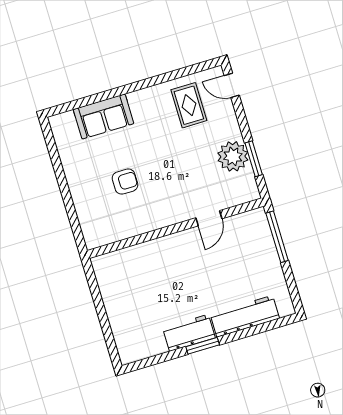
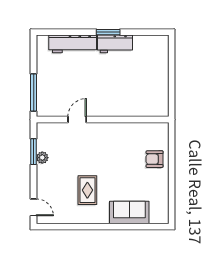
rug: (189, 105) -> (87, 190), moved
plant: (233, 156) -> (42, 158), width x0.53, depth x0.53
armchair: (125, 182) -> (155, 159), moved

